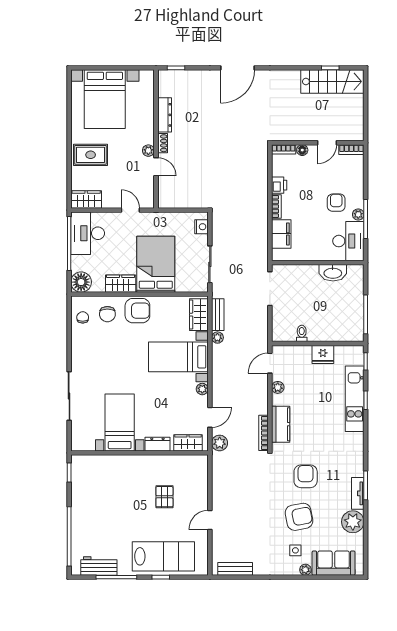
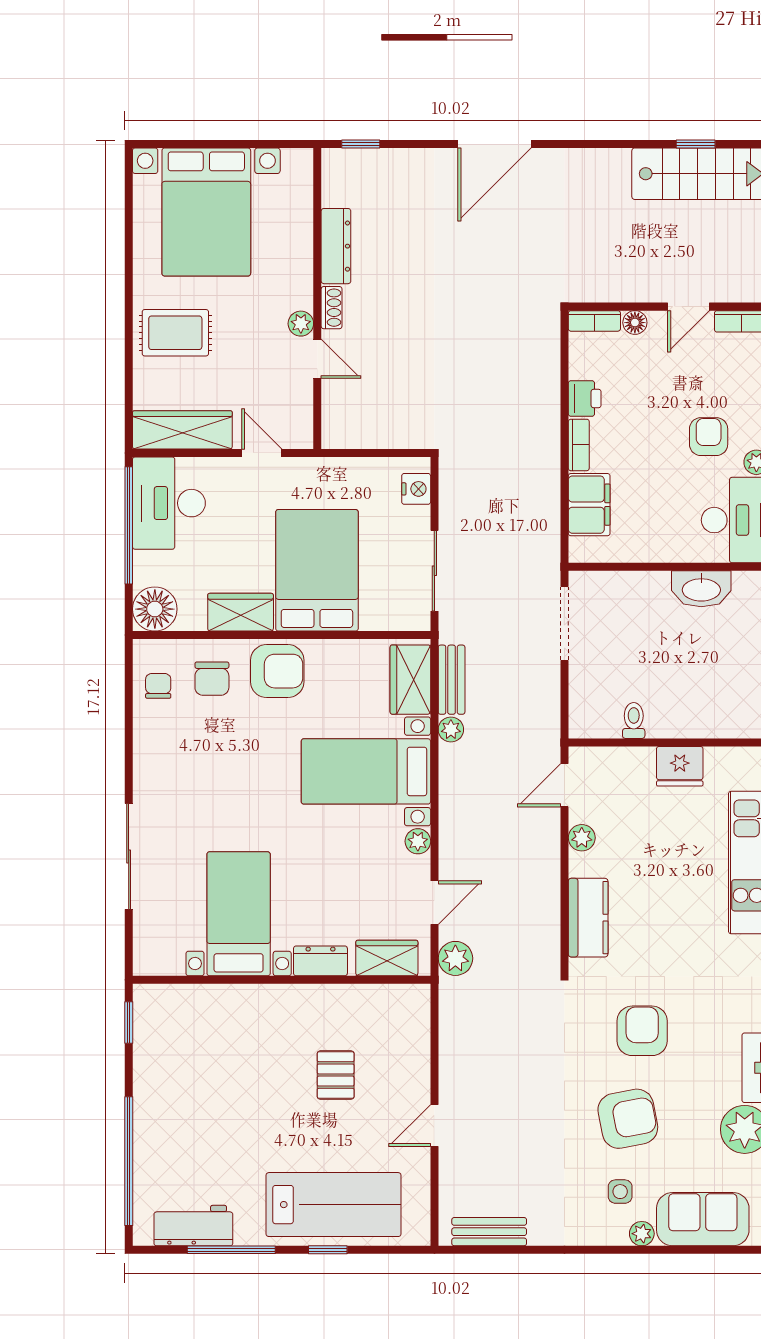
wardrobe: (86, 199) -> (182, 430), width x1.50
bookcase: (263, 433) -> (551, 937), removed

